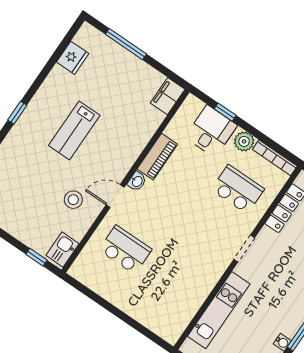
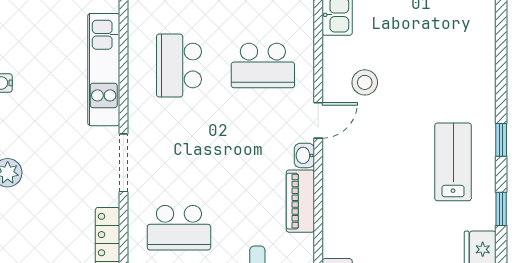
window: (45, 73) -> (501, 209), added
lab bench: (74, 130) -> (453, 162), moved
doorway: (244, 248) -> (124, 163), width x1.38
school desk: (174, 283) -> (179, 65), added

